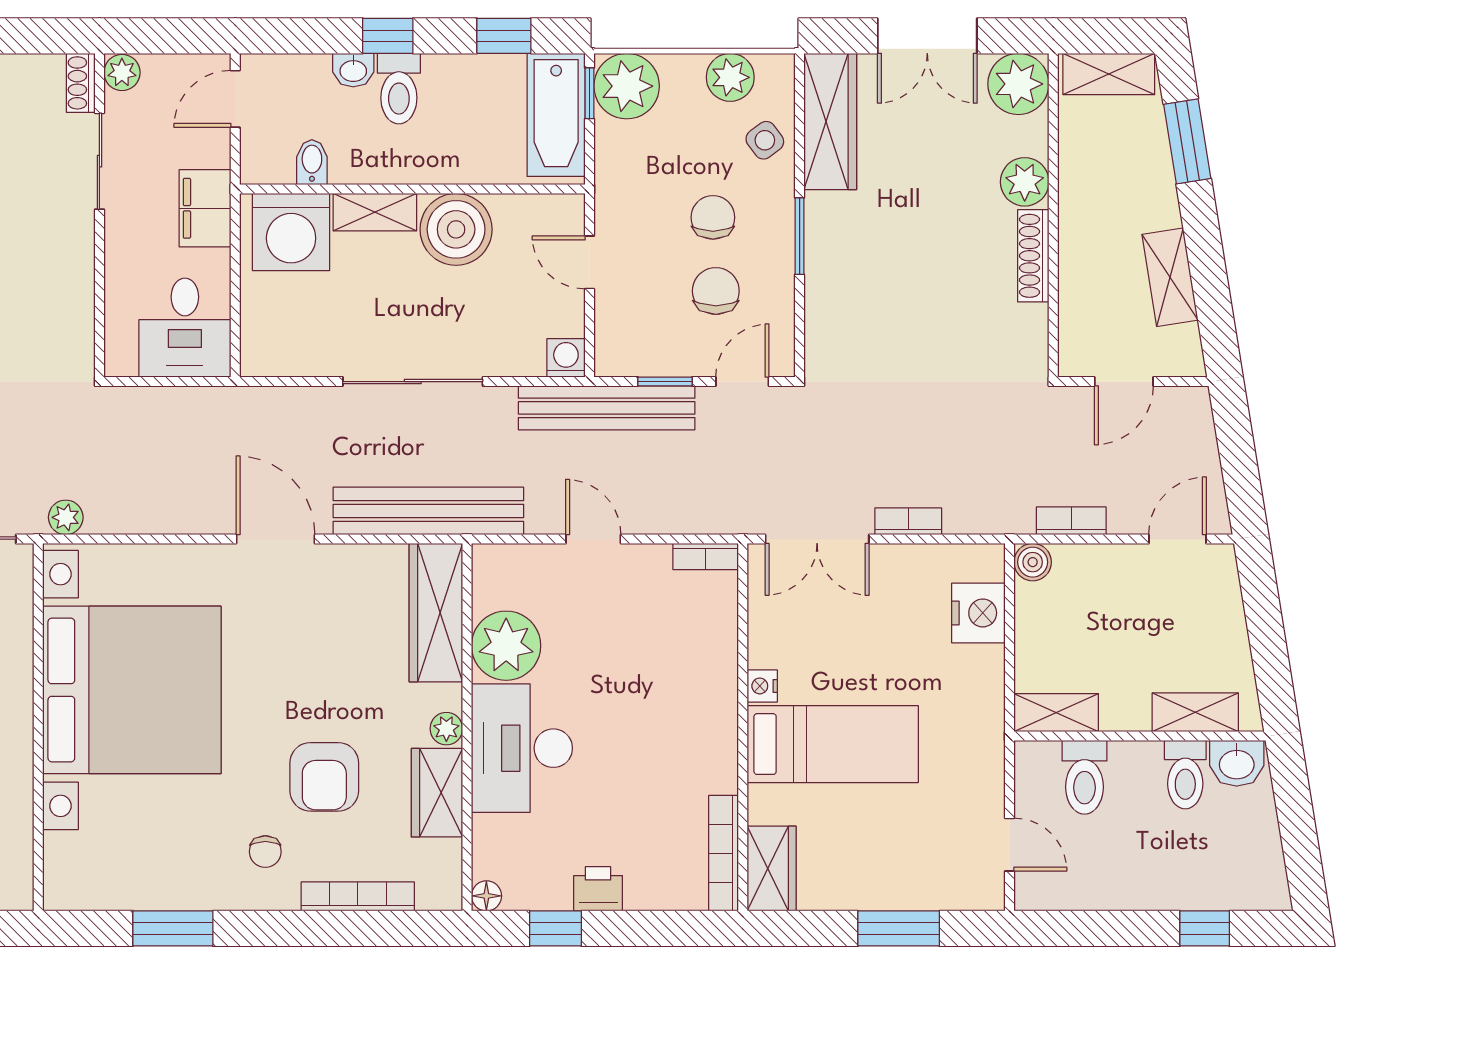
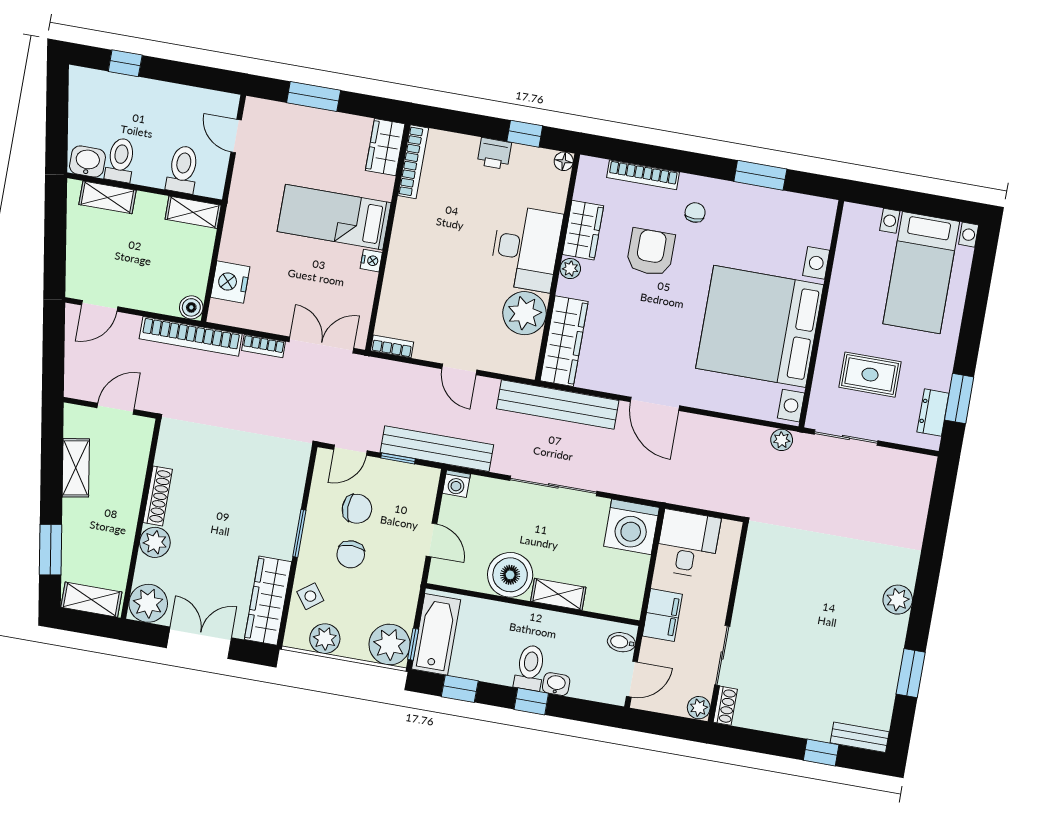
bidet: (312, 162) -> (621, 642), moved, turned 90
washing machine: (291, 232) -> (632, 527), moved, turned 180
chair: (716, 291) -> (357, 509), turned -90
bookcase: (1071, 521) -> (191, 336), width x2.31, depth x1.31

